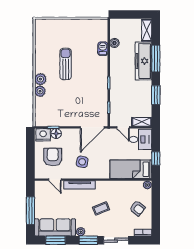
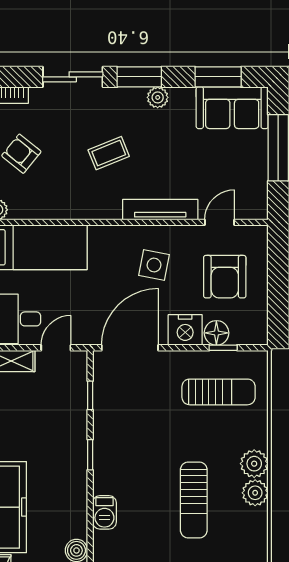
barbecue: (103, 49) -> (104, 512), moved
plant: (40, 91) -> (255, 493), moved
sun lounger: (55, 109) -> (219, 392), added
door: (123, 127) -> (56, 348), hinge flipped
nightstand: (43, 135) -> (185, 330), moved
door: (55, 180) -> (219, 222), hinge flipped
sofa: (55, 227) -> (232, 108), width x0.73

